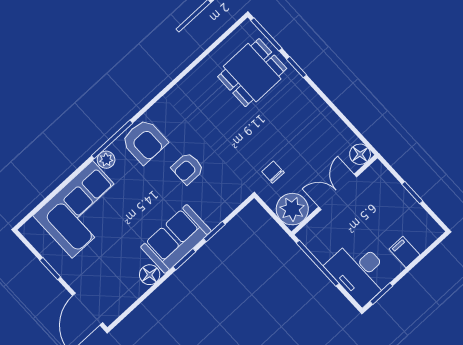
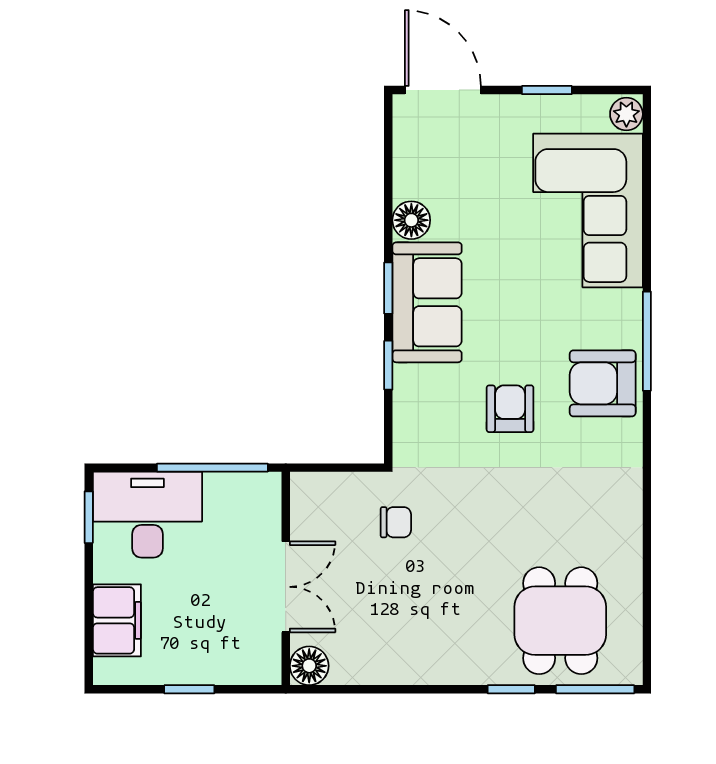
plant: (106, 160) -> (626, 114), moved
plant: (292, 209) -> (320, 502), removed
filing cabinet: (404, 252) -> (117, 620), width x2.00

